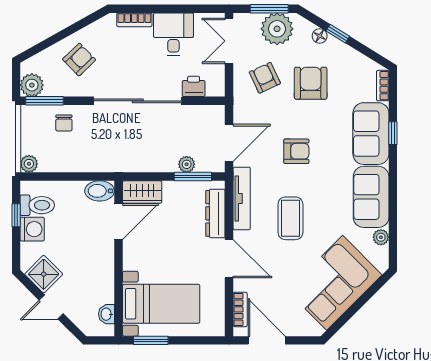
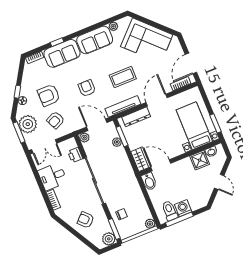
plant: (216, 114) -> (84, 138), added
window: (16, 215) -> (179, 219), width x2.17
shower: (44, 274) -> (200, 160), moved, turned 45

